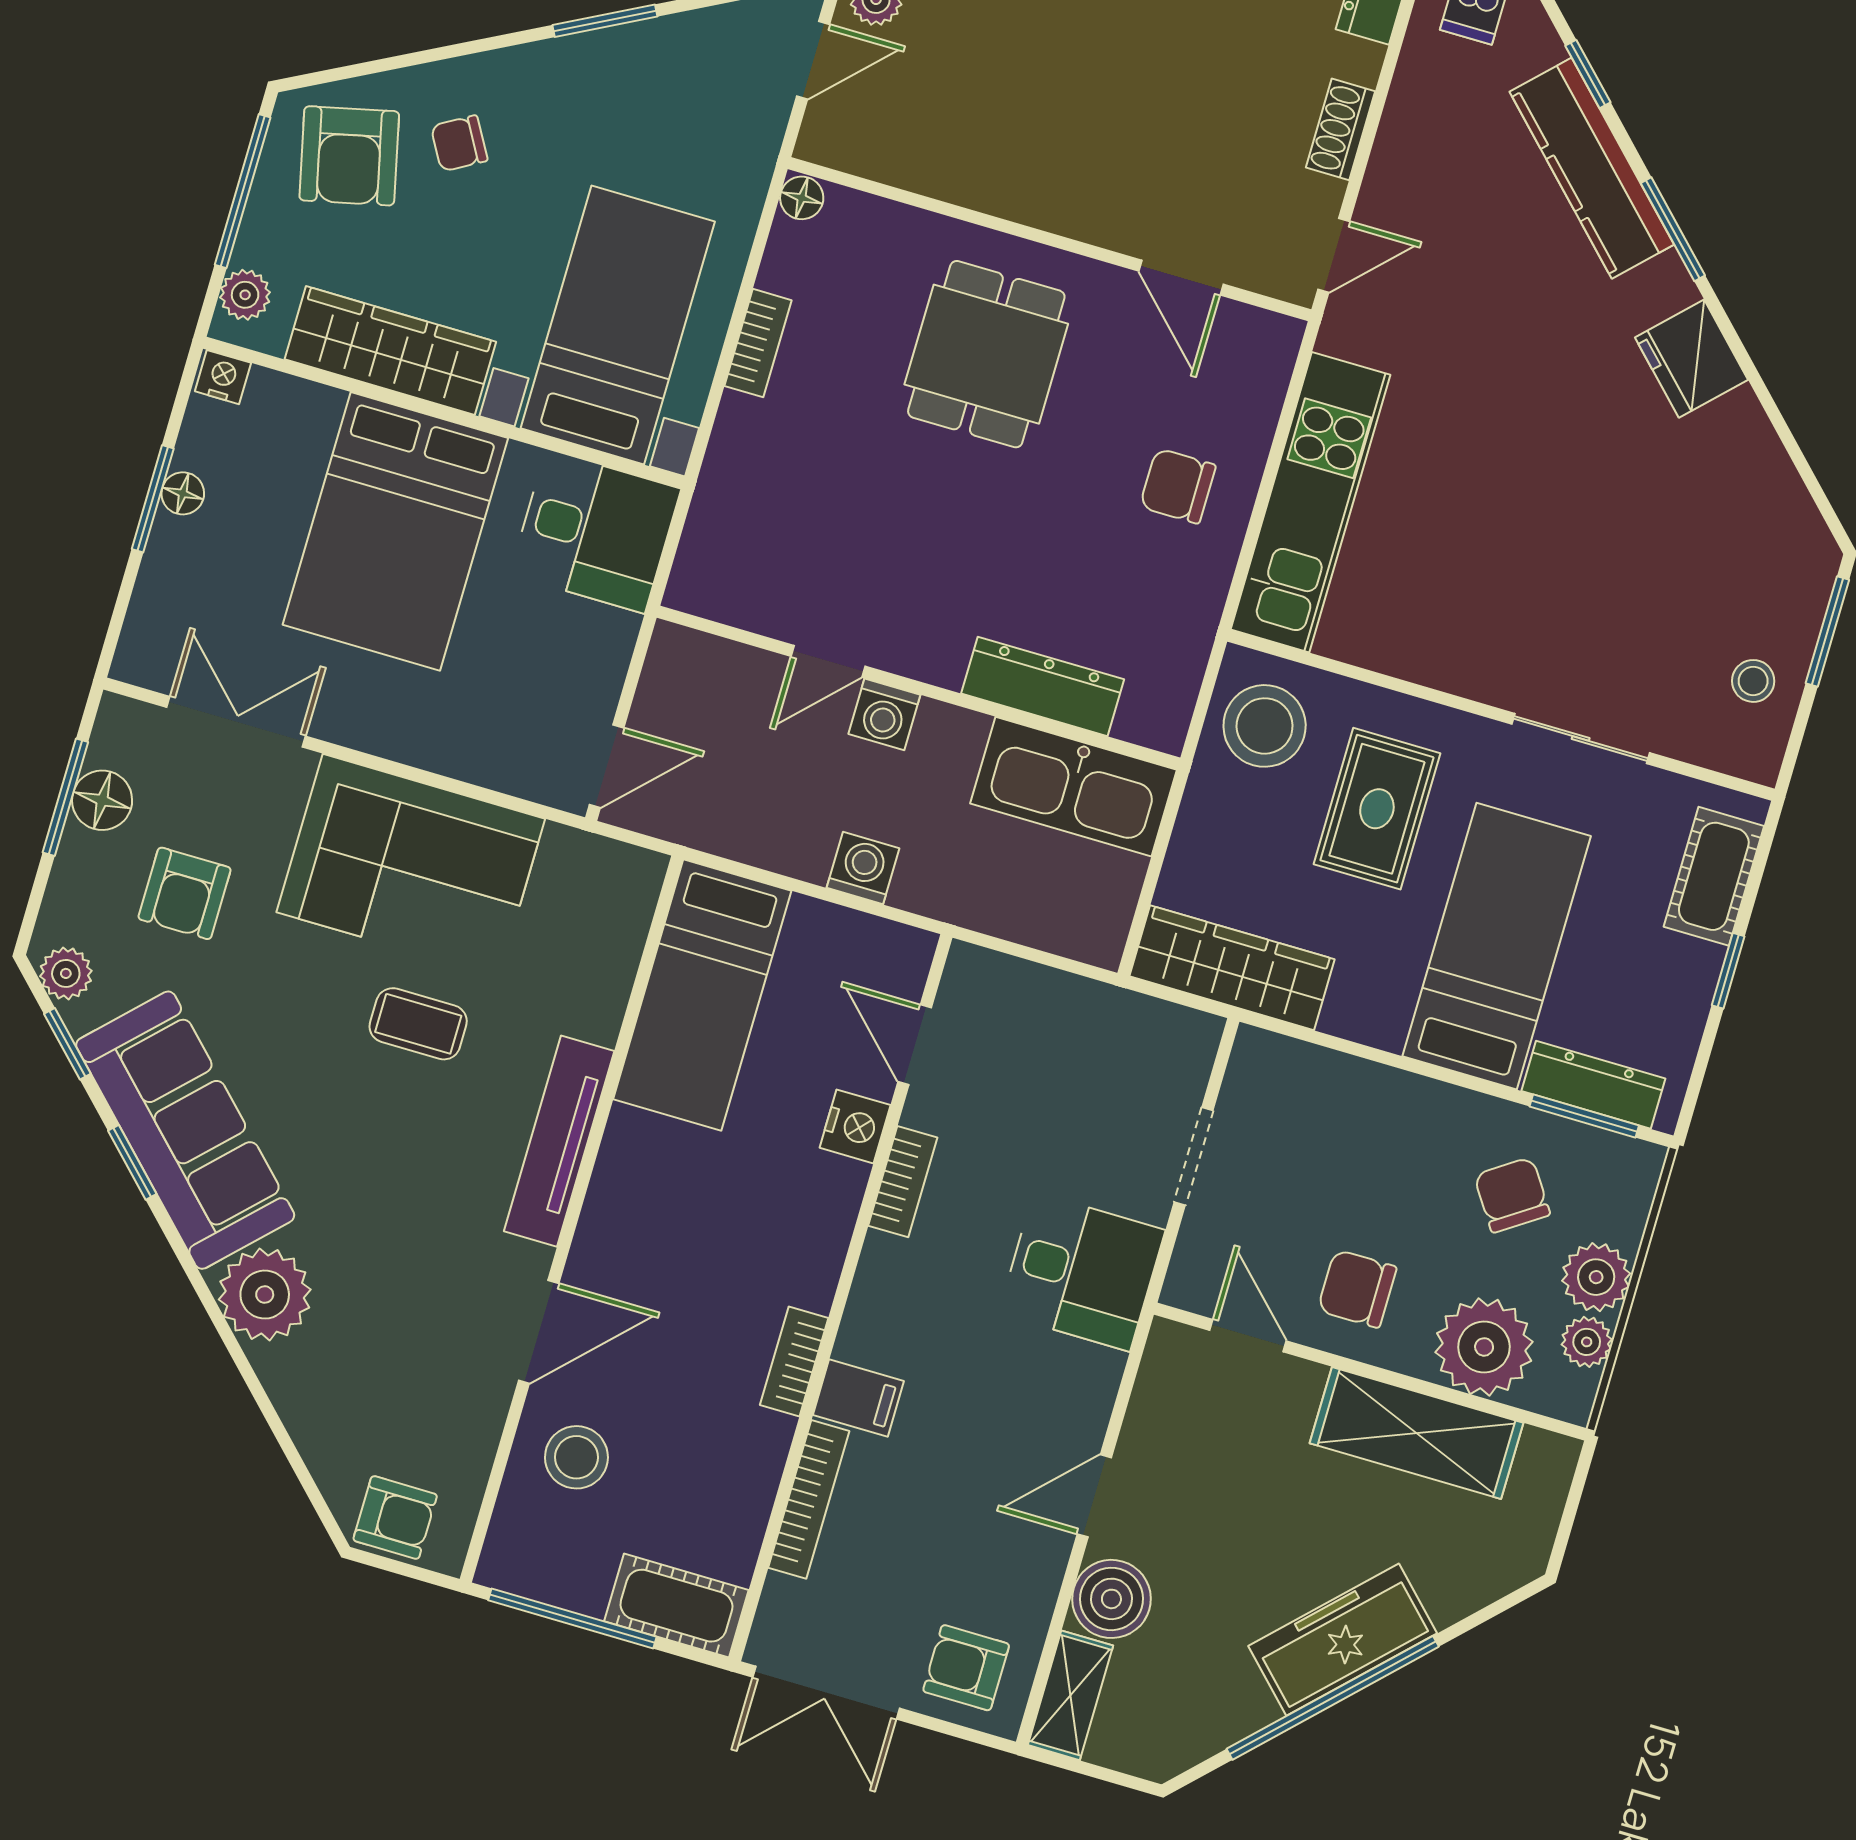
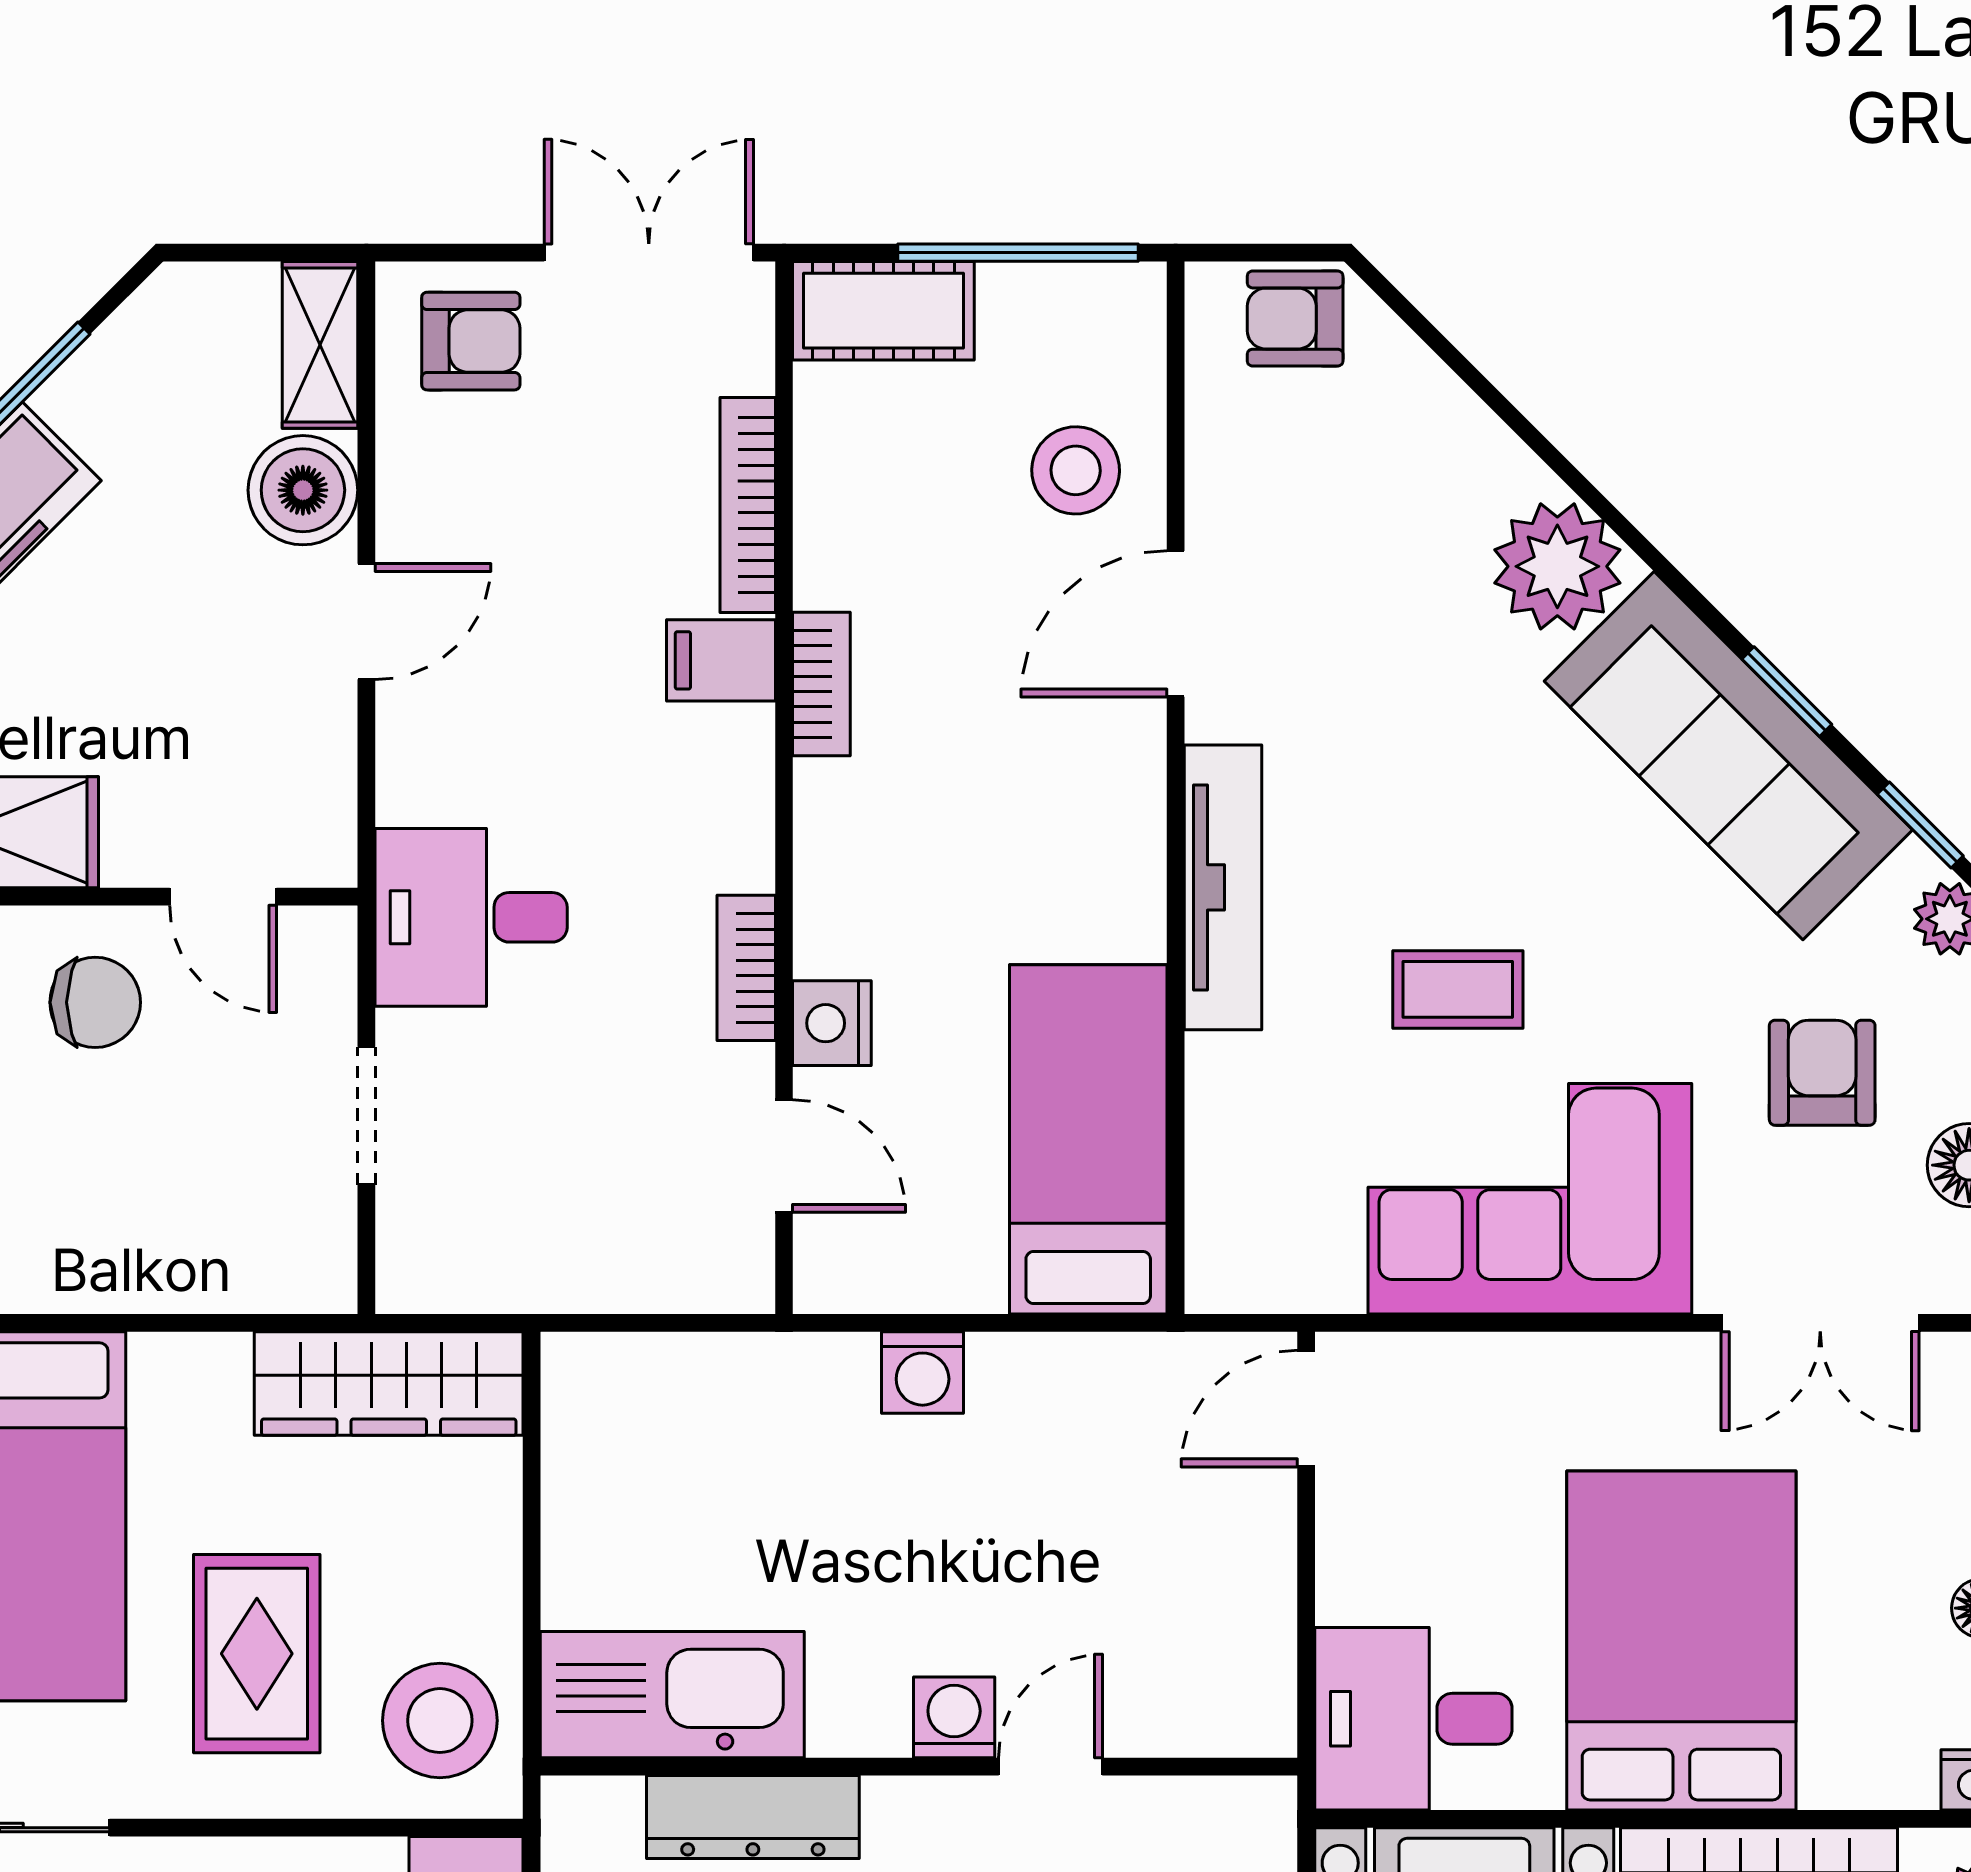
door: (828, 661) -> (1050, 1767), moved
dresser: (1043, 686) -> (753, 1817), moved
wall: (918, 688) -> (919, 1767), moved
washing machine: (884, 714) -> (954, 1717), moved
kitchen sink: (1073, 787) -> (672, 1695), moved

